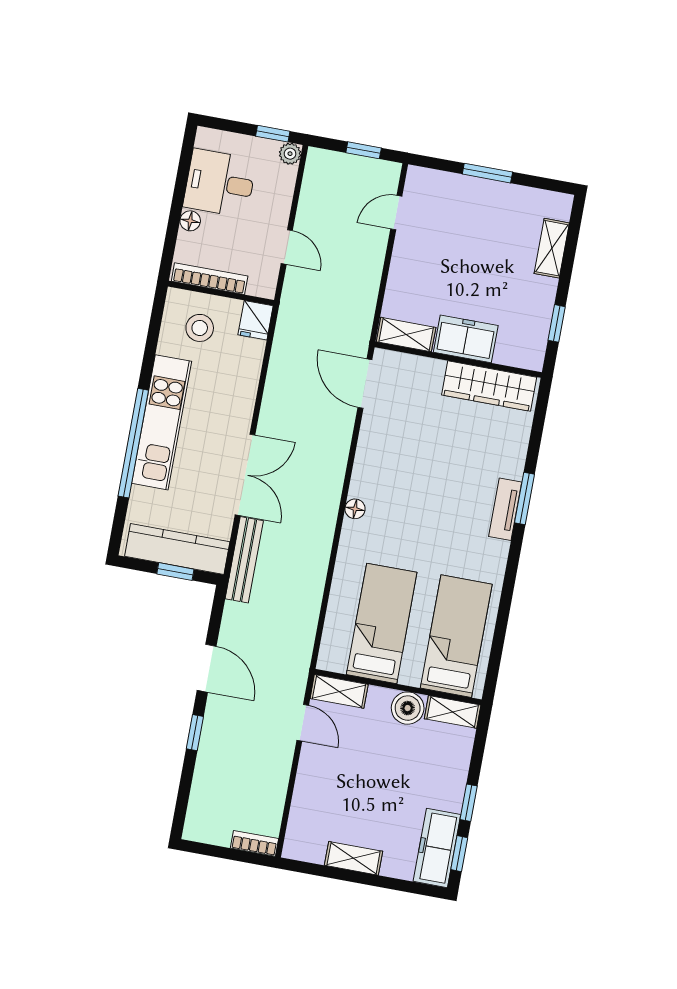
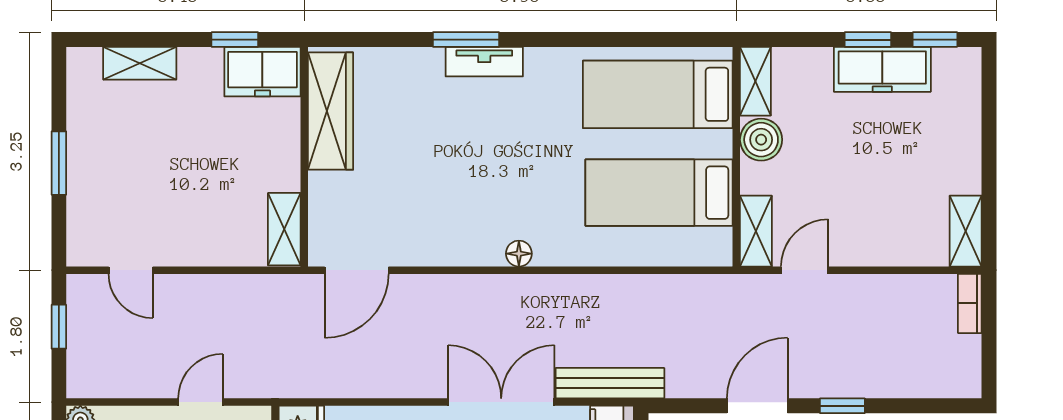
freezer: (466, 339) -> (262, 72), moved, turned -90
freezer: (437, 848) -> (882, 69), moved
shelving: (354, 858) -> (966, 231), moved

